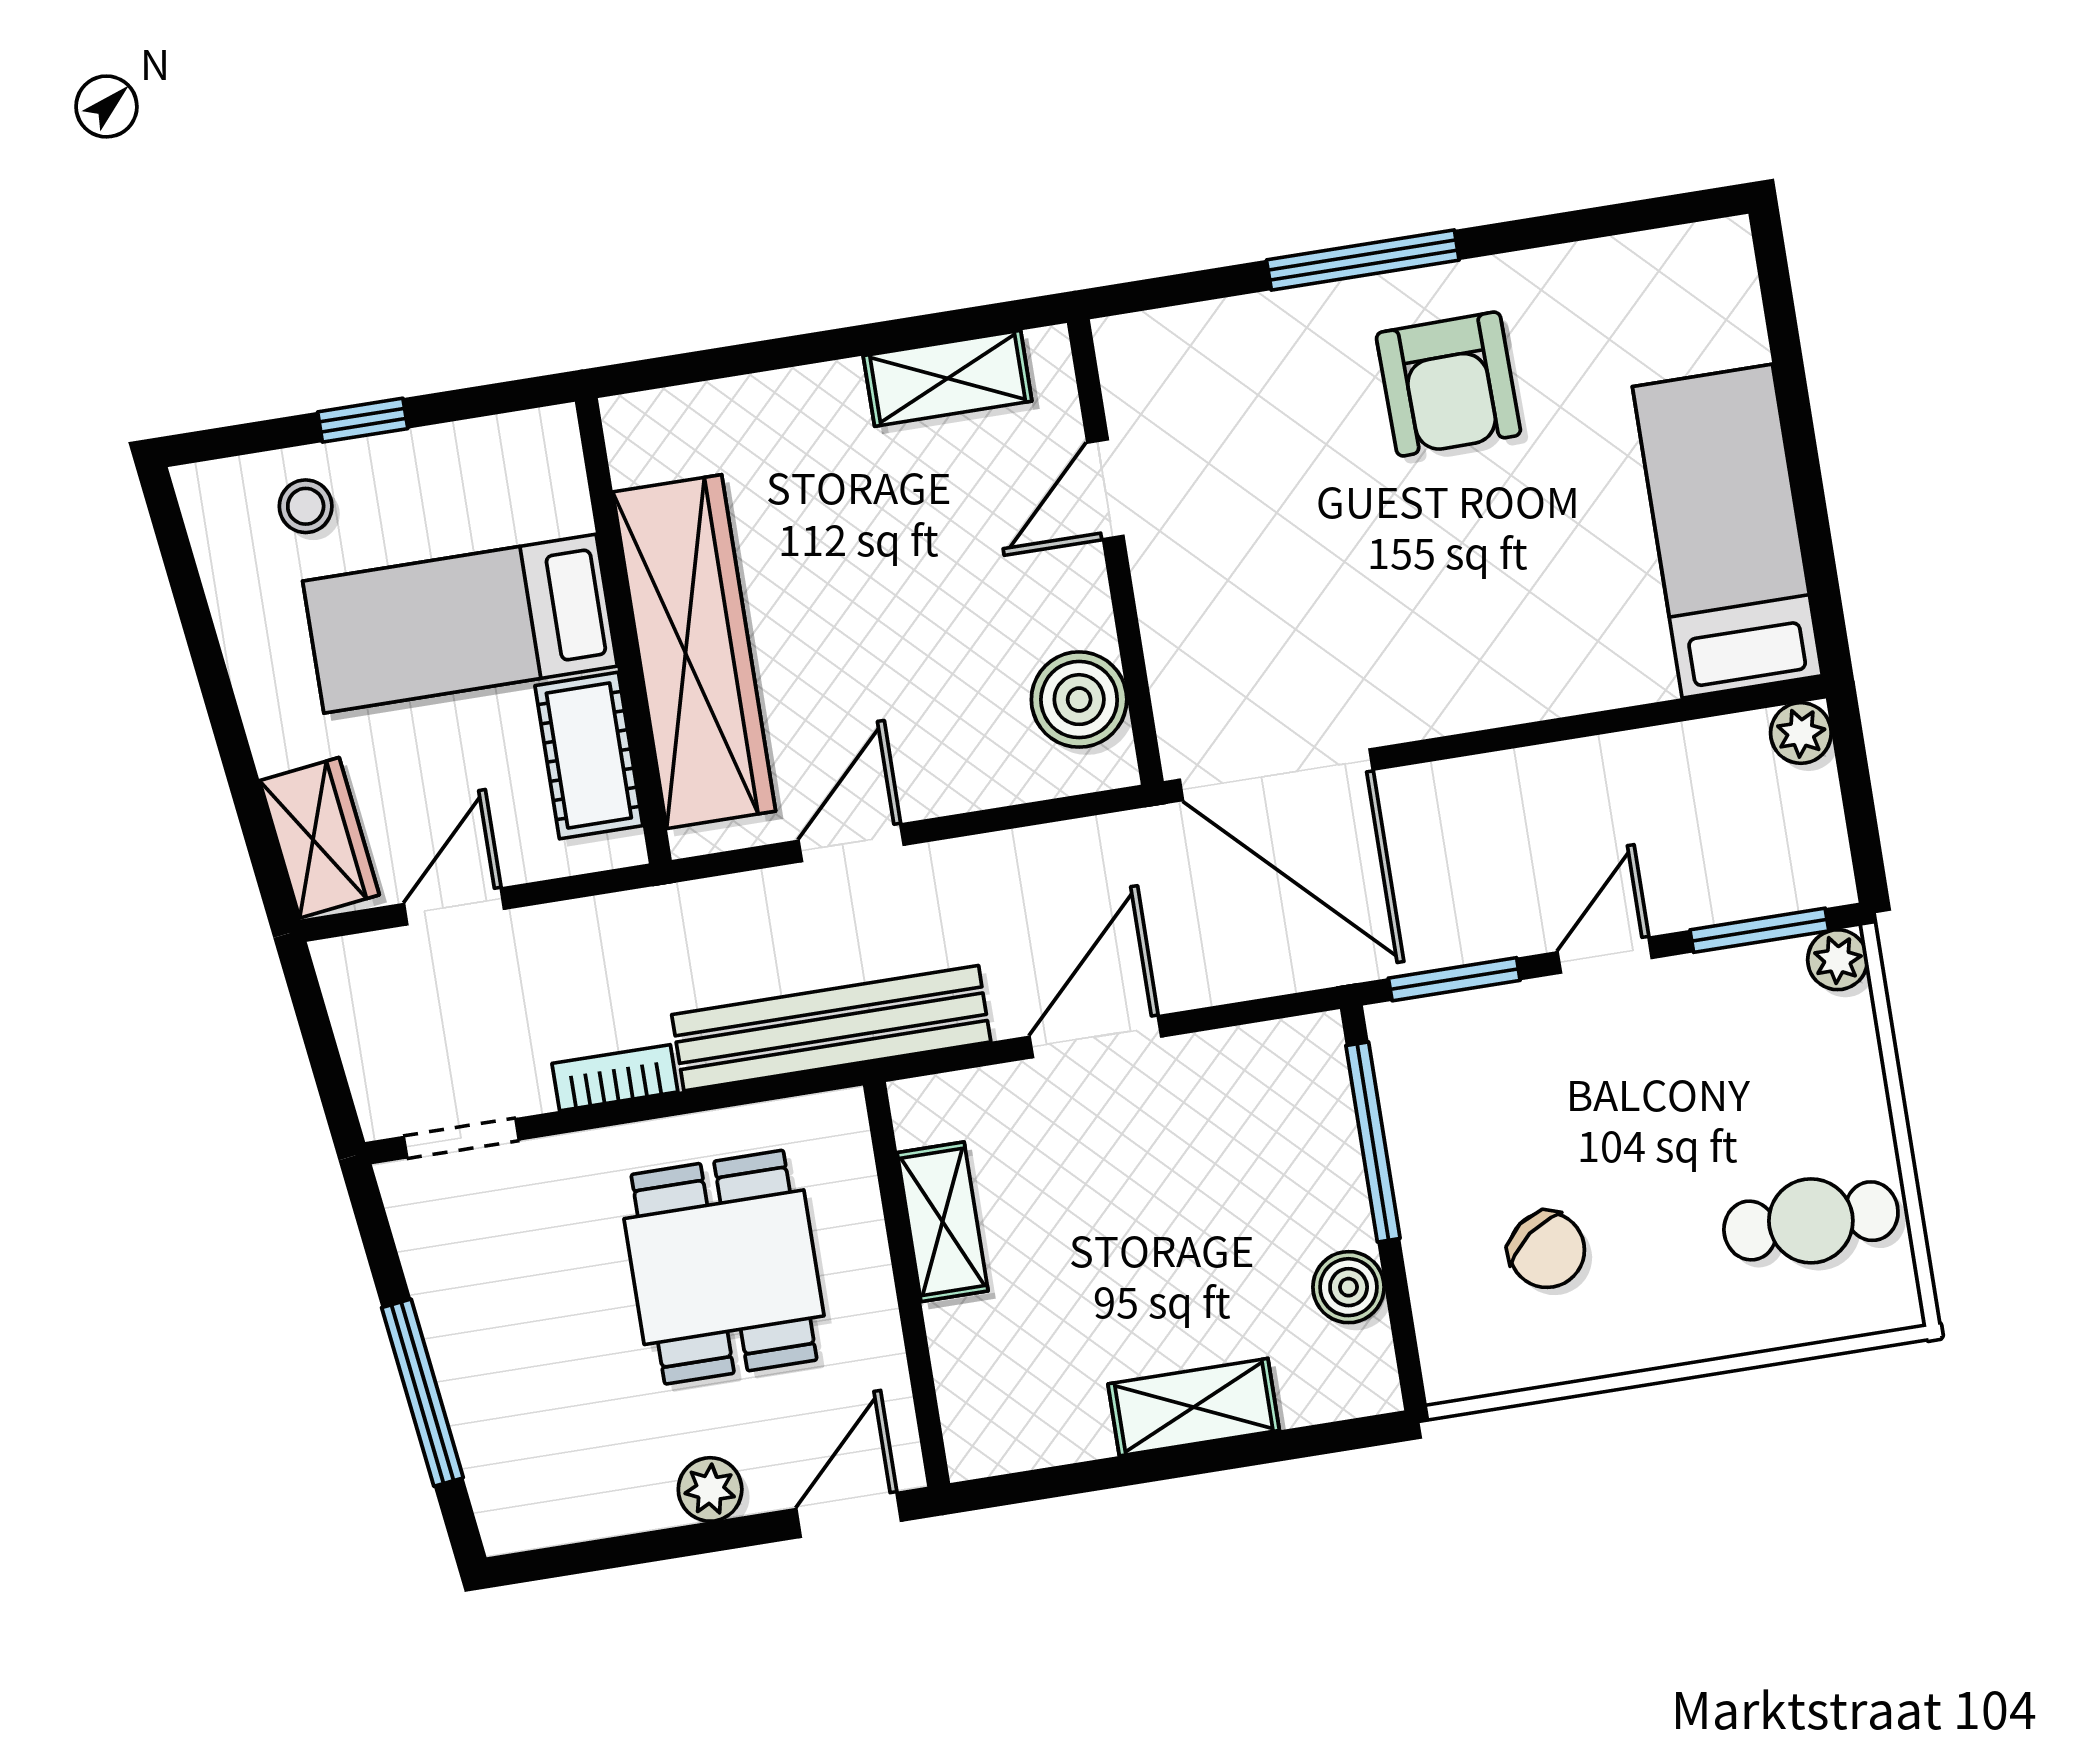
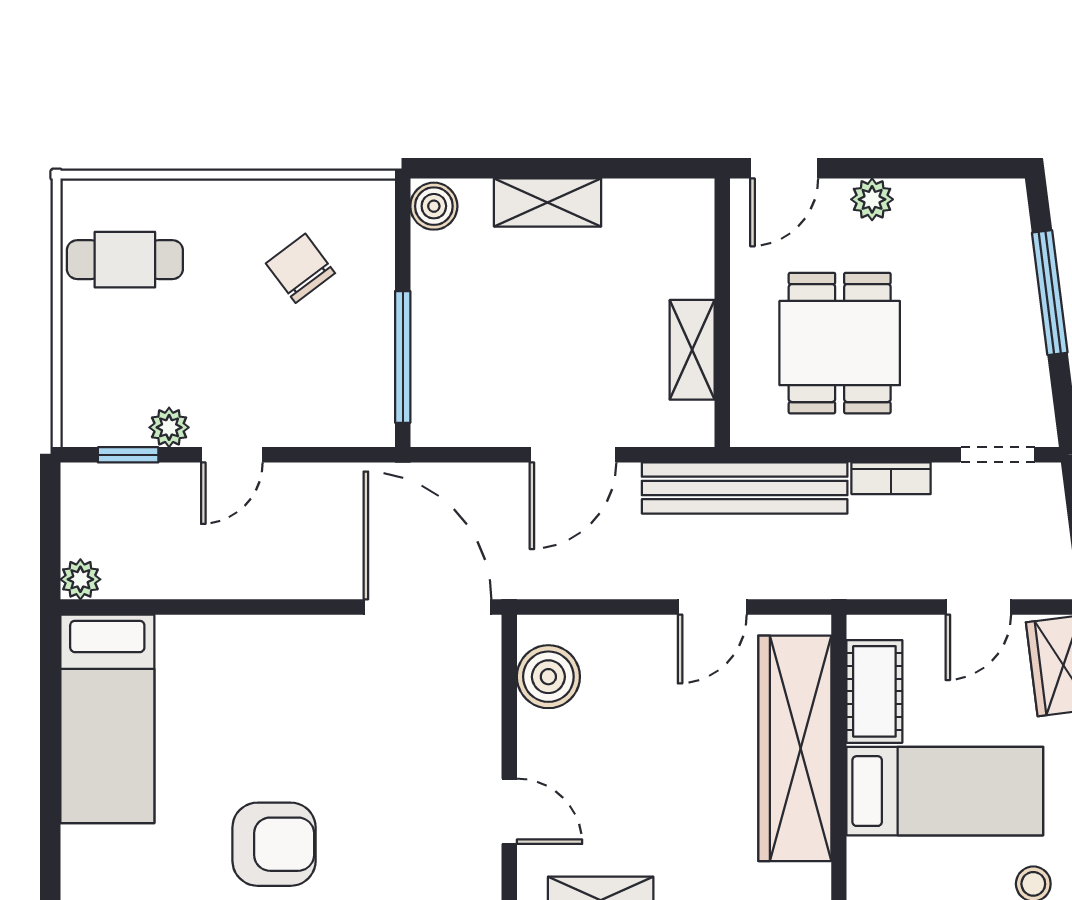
armchair: (1448, 384) -> (274, 844), turned 91
door: (1105, 489) -> (509, 811), hinge flipped
window: (1759, 930) -> (128, 455), width x0.67
plant: (1838, 960) -> (169, 427), moved
window: (1454, 979) -> (333, 455), removed
boiler: (1349, 1287) -> (434, 206), moved

